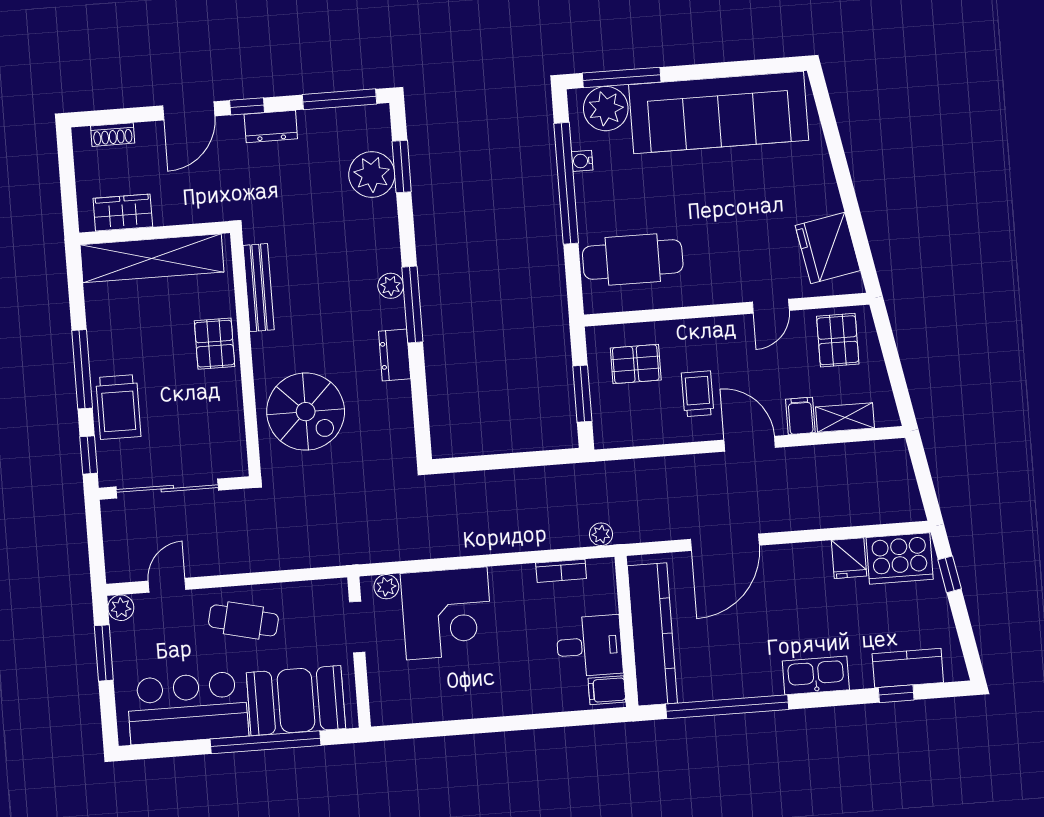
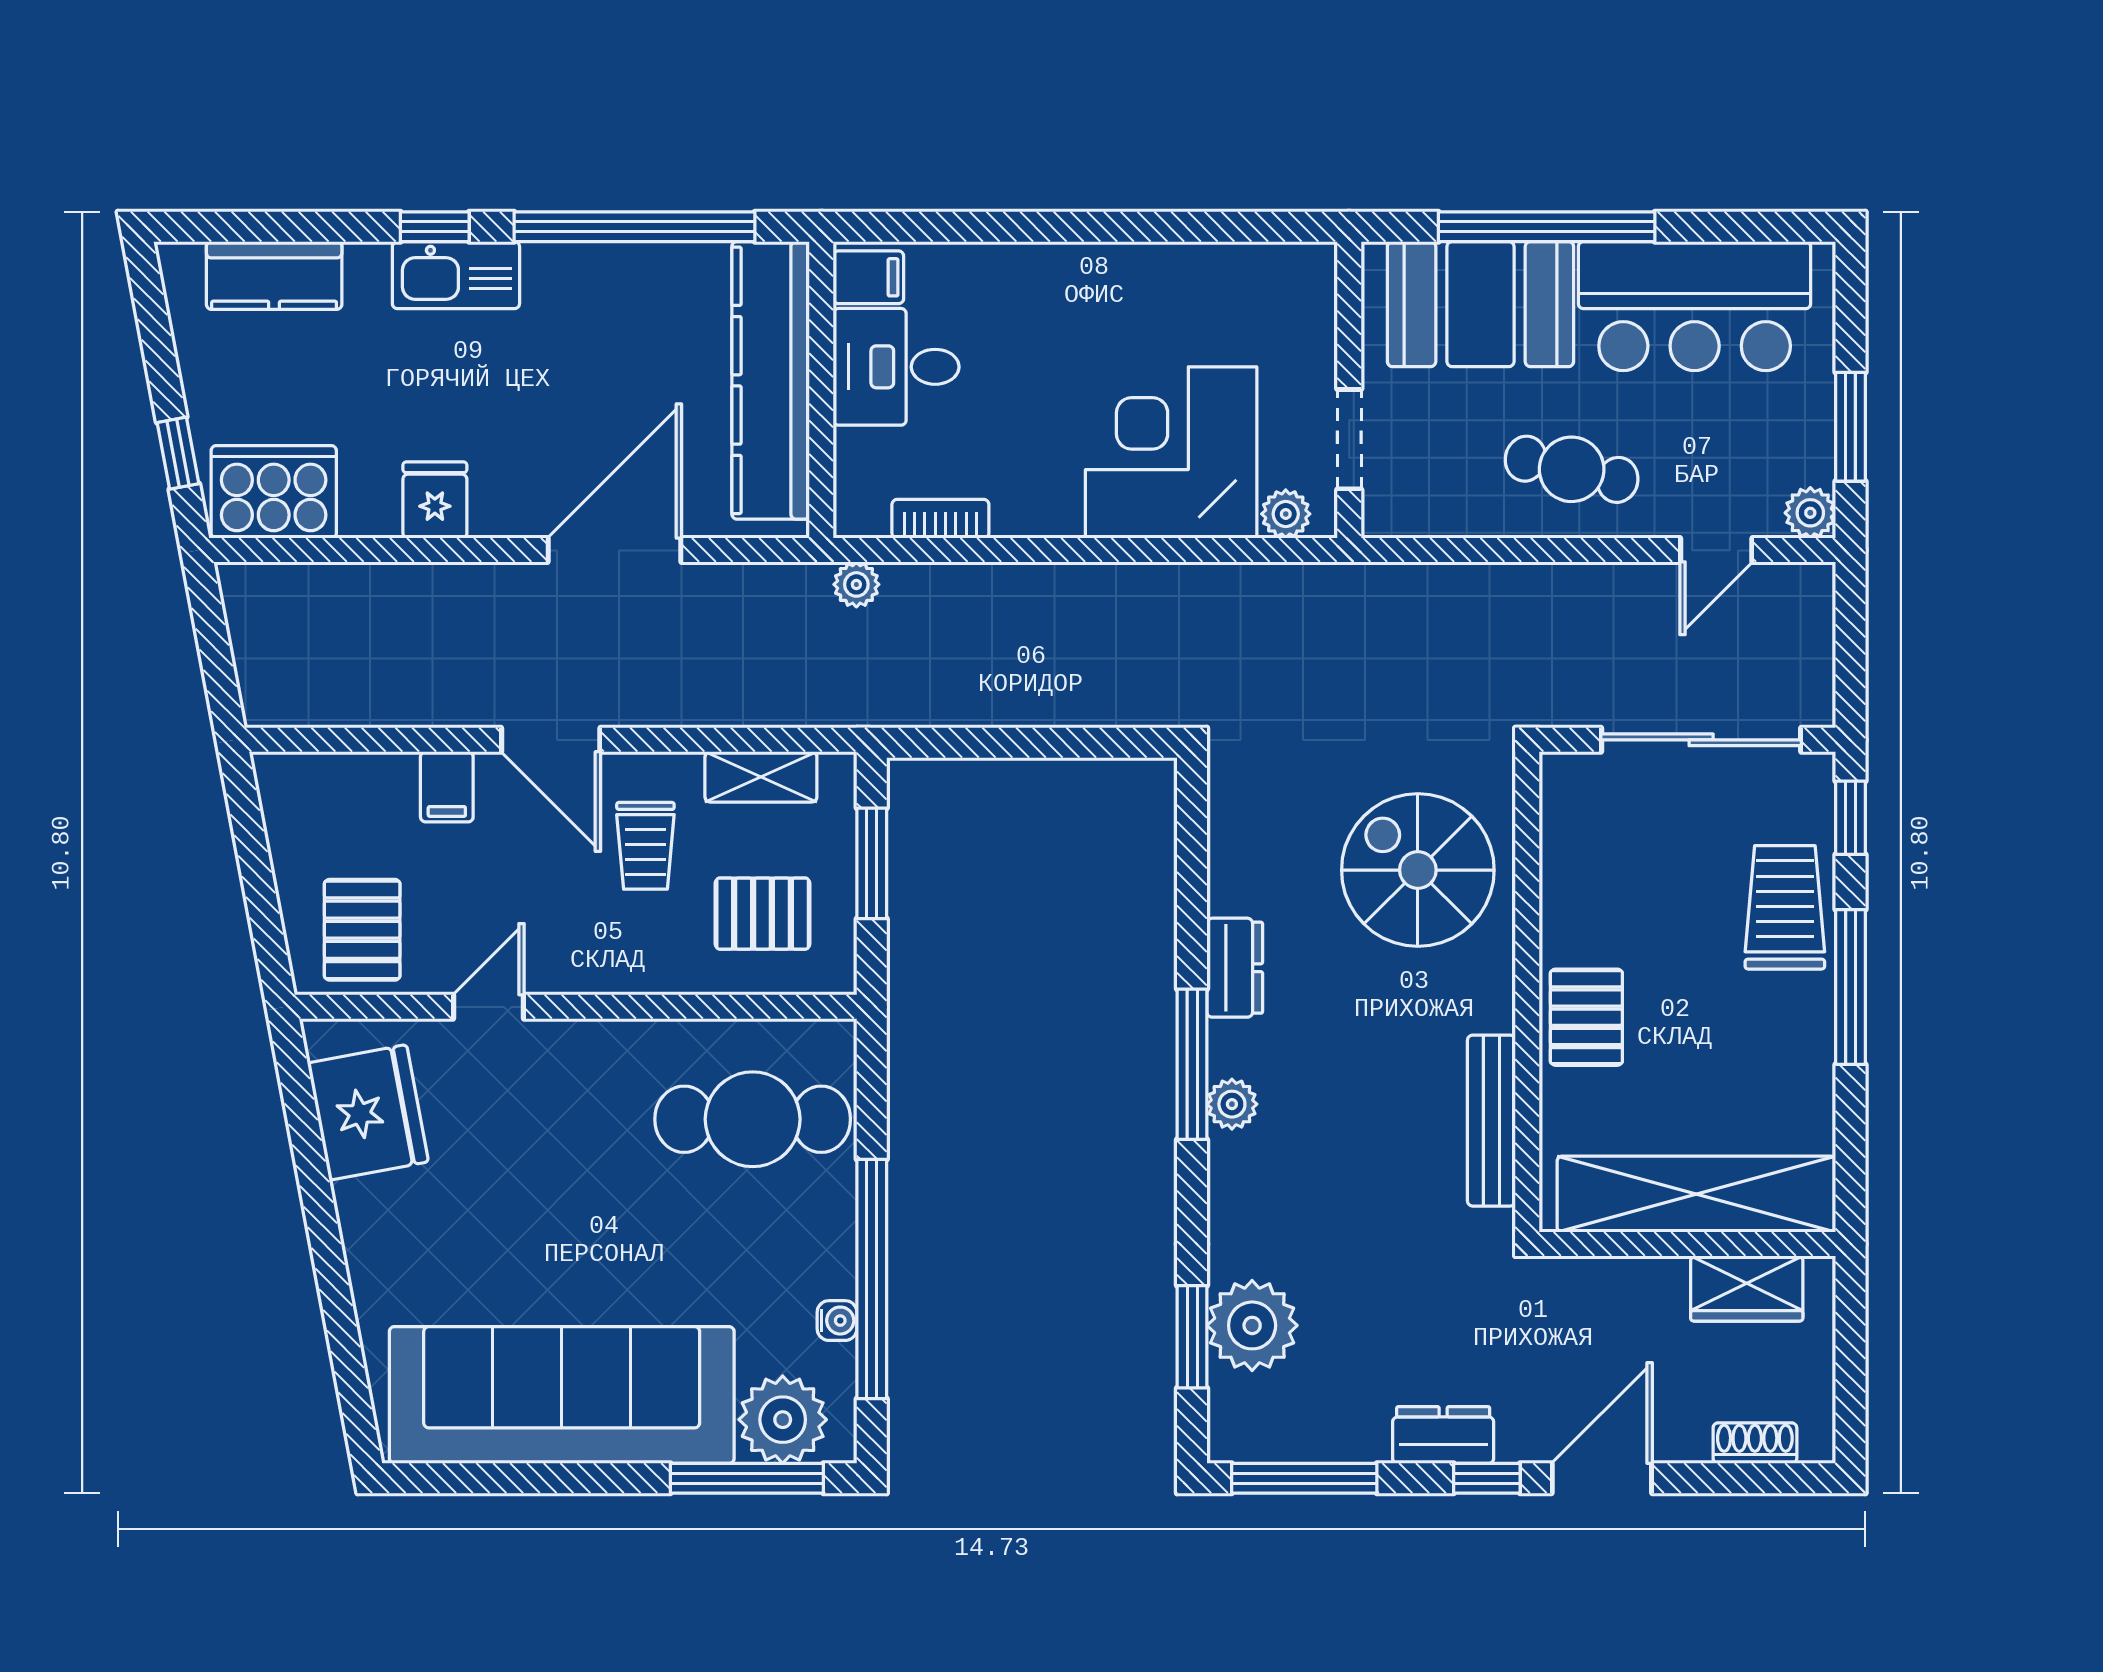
shelving: (845, 418) -> (761, 777), moved
fridge: (849, 558) -> (435, 500), moved
window: (896, 694) -> (435, 227), moved

